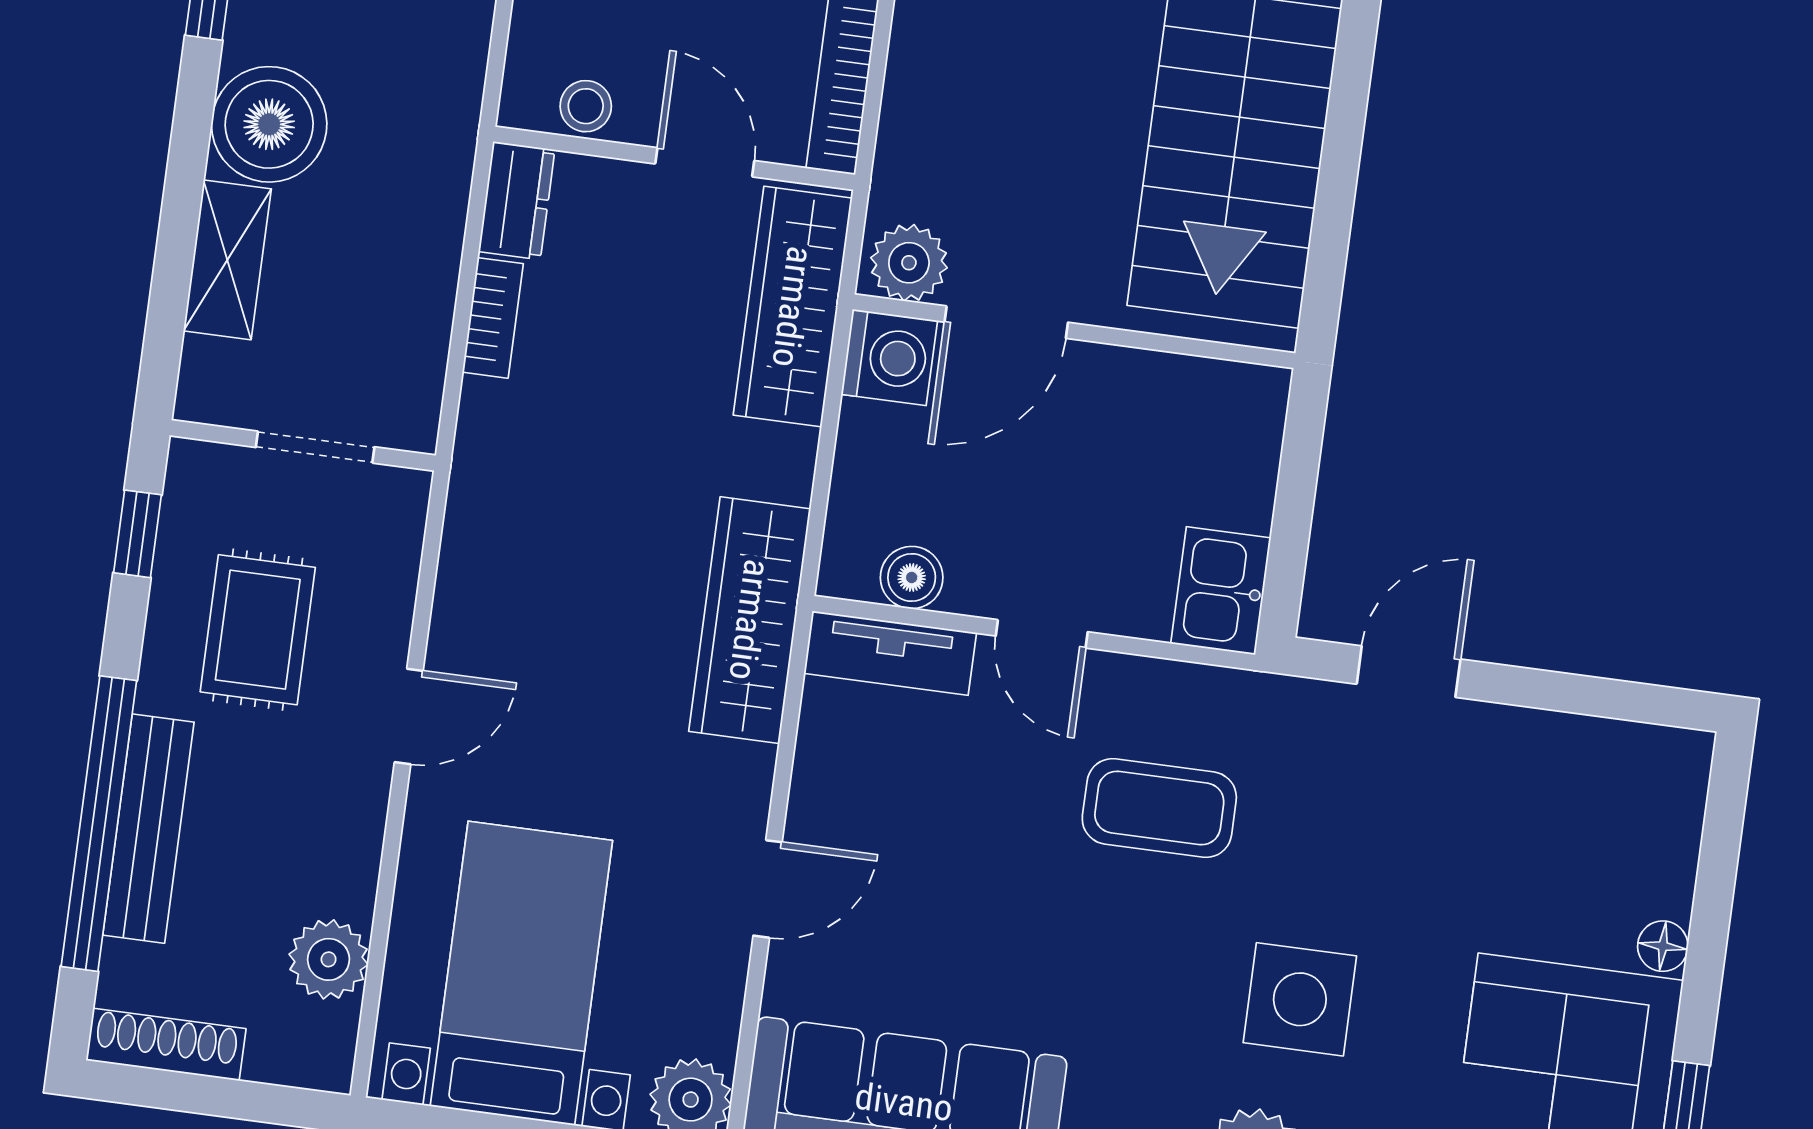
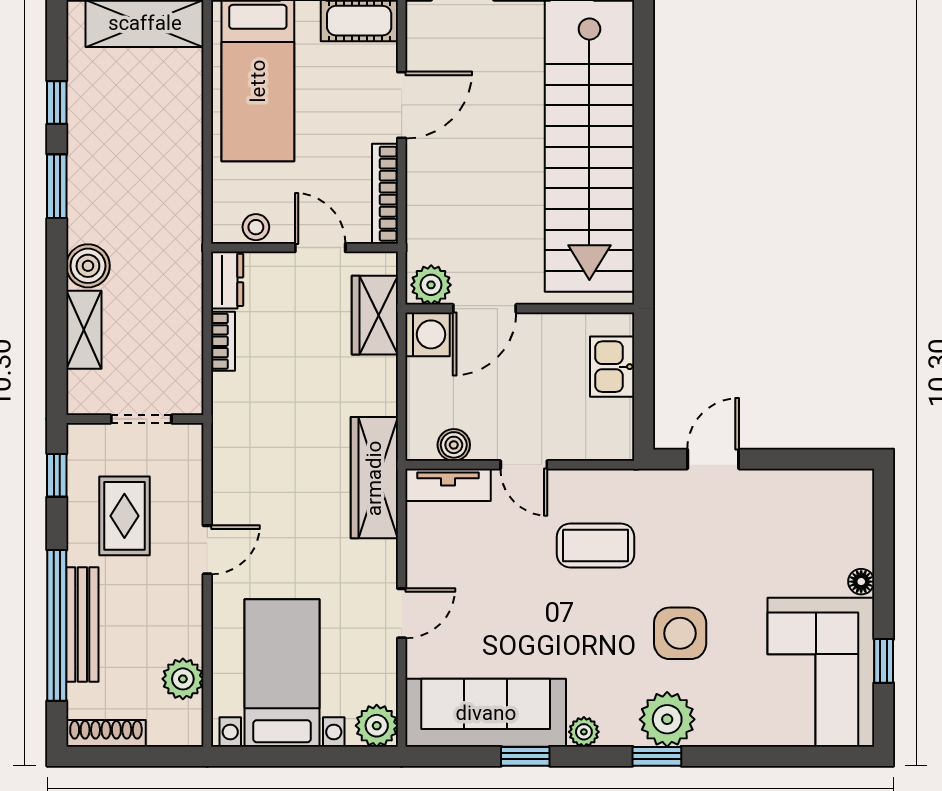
boiler: (269, 124) -> (88, 266), width x0.73, depth x0.73
wardrobe: (793, 307) -> (375, 315), width x0.67
kitchen sink: (1221, 591) -> (612, 367), moved

